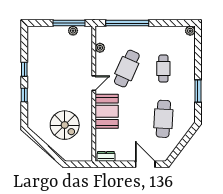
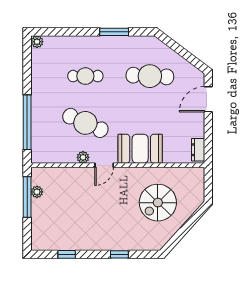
plant: (100, 48) -> (83, 157), moved
window: (24, 69) -> (67, 254), moved
door: (94, 83) -> (104, 165), swing flipped
spiral stairs: (65, 125) -> (158, 203), turned 180

